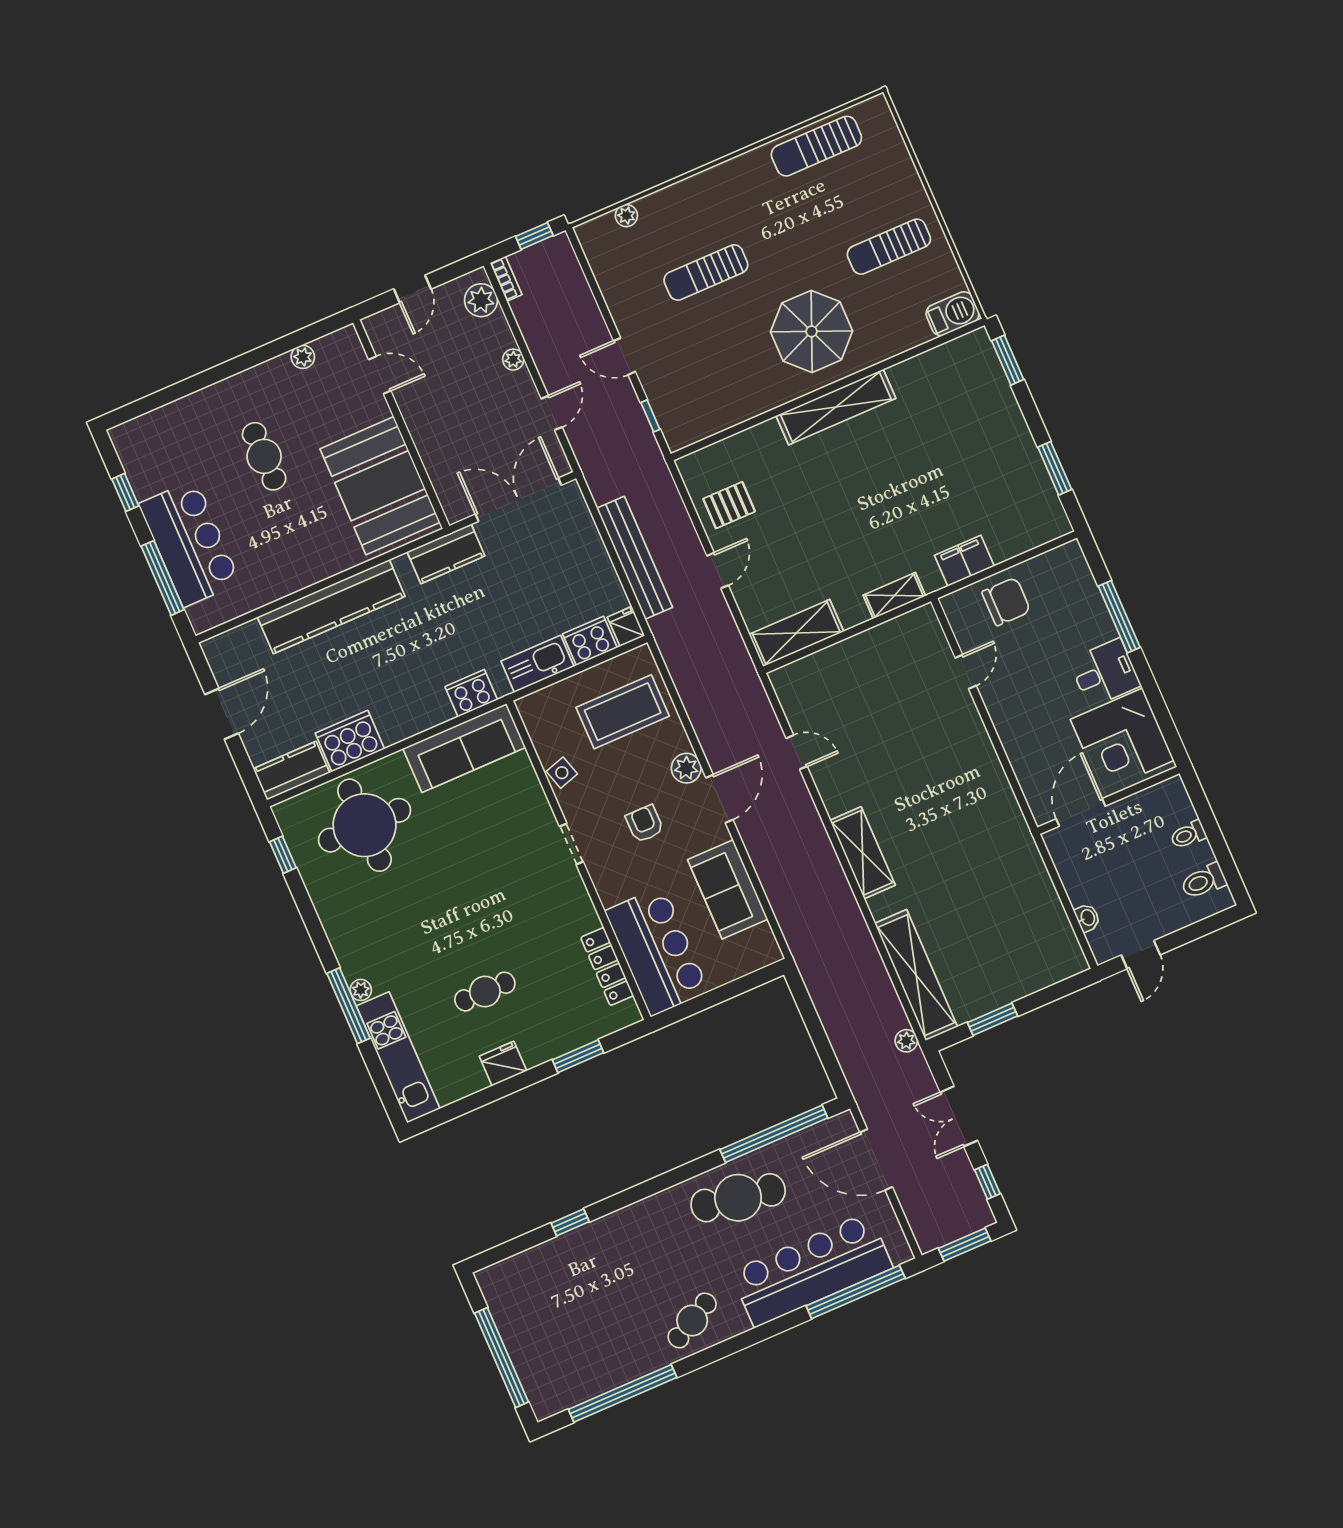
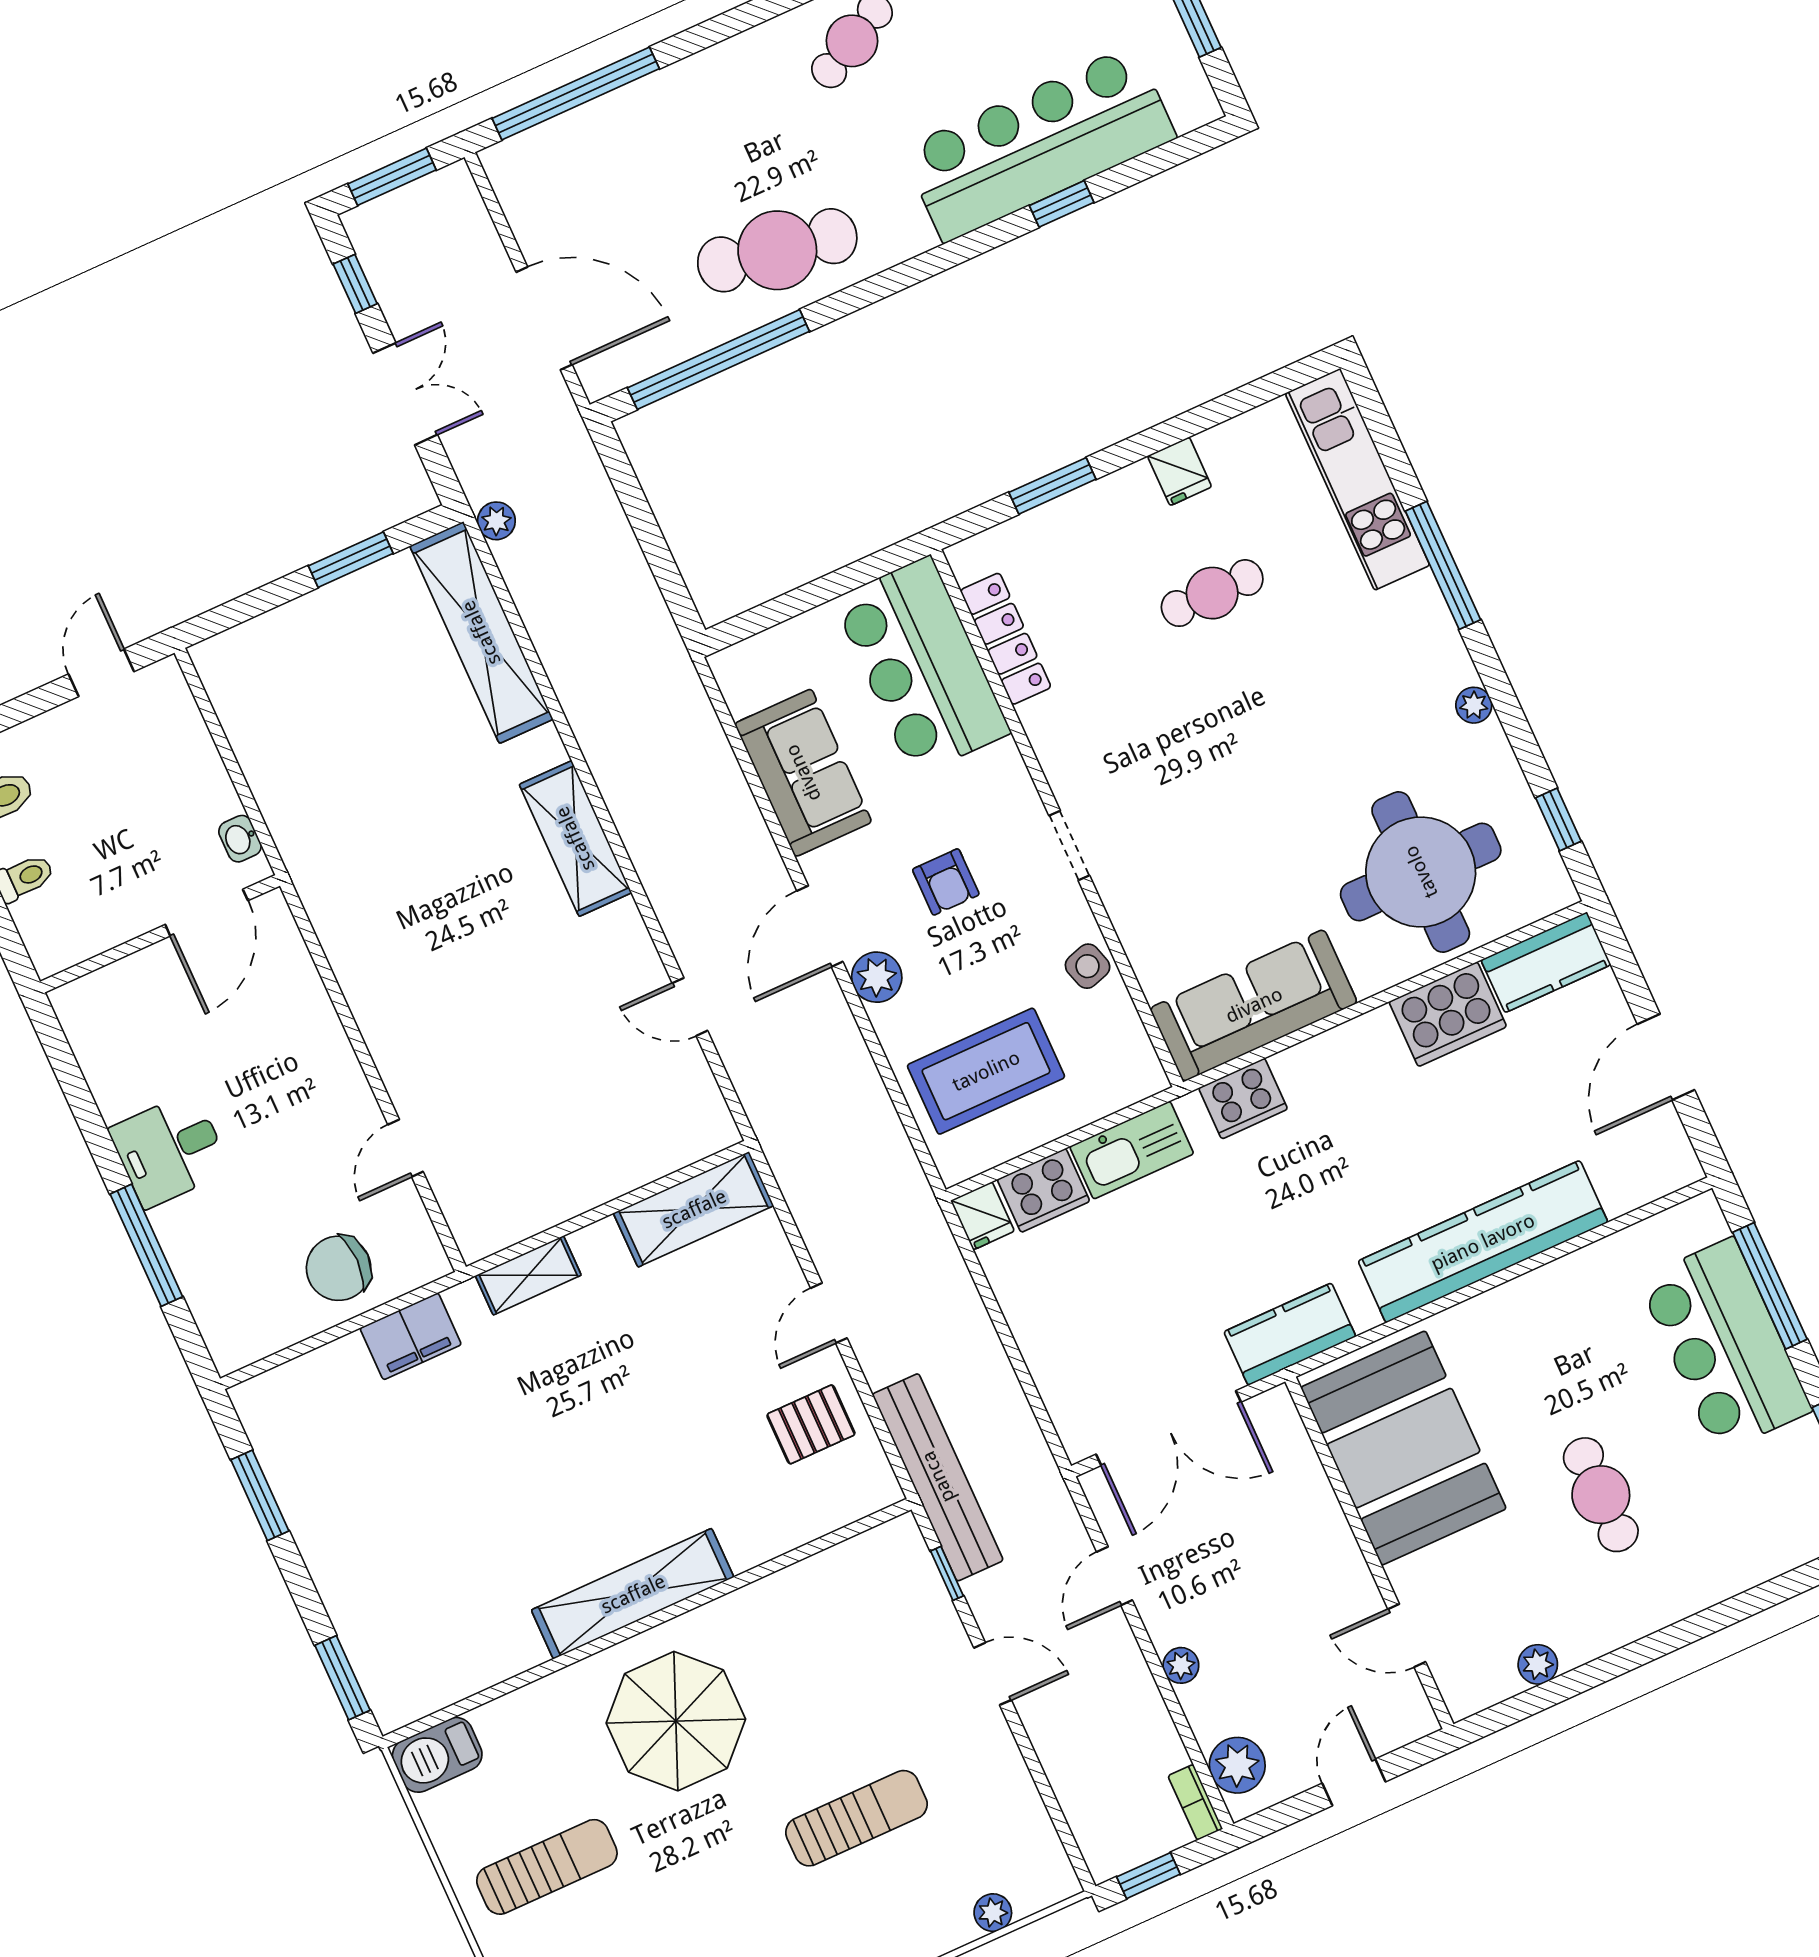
bench: (635, 558) -> (938, 1477), moved
corner desk: (1122, 740) -> (138, 1037), removed
washbasin: (1087, 918) -> (240, 839), moved
plant: (361, 990) -> (1474, 705), moved
fridge: (503, 1064) -> (1180, 471), width x0.72
bar counter: (812, 1270) -> (1039, 143), moved, turned 180

